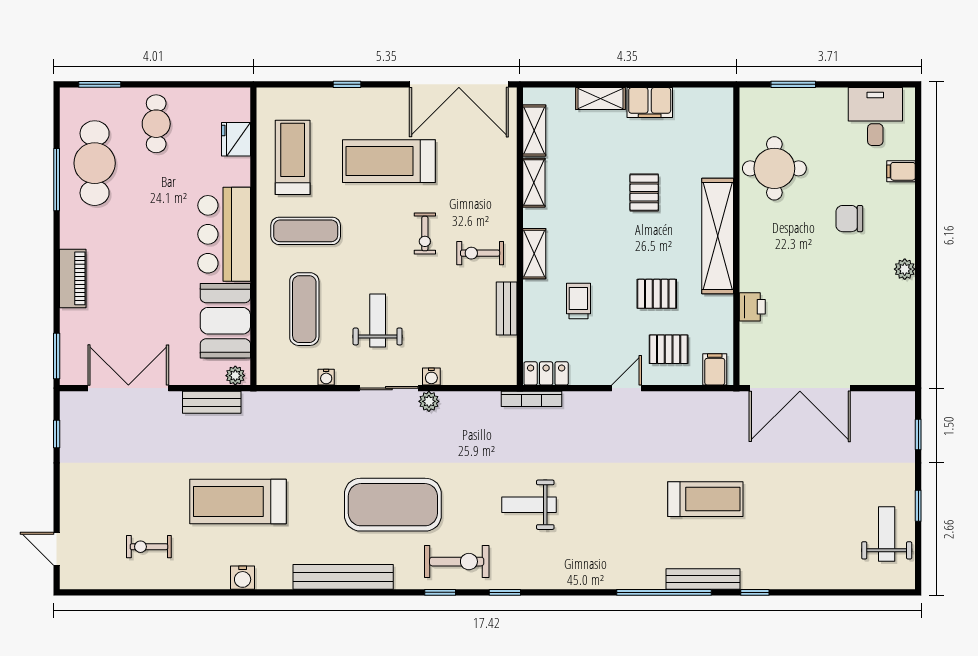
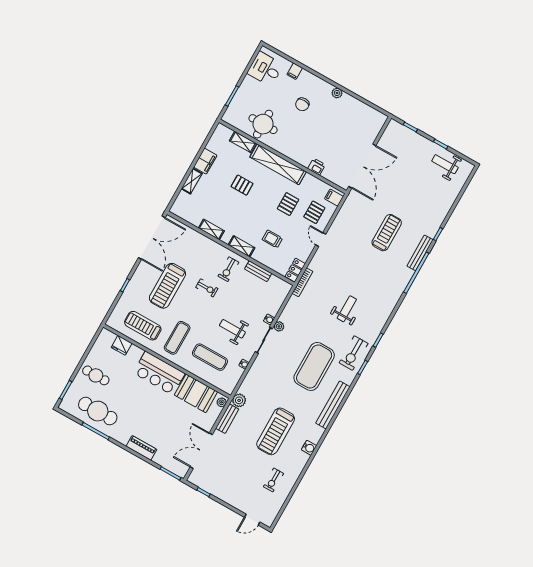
shelving: (534, 131) -> (243, 142), moved
plant: (257, 405) -> (239, 400), added
weight bench: (529, 505) -> (347, 309), turned 180
exercise bike: (457, 562) -> (354, 353), turned 180

